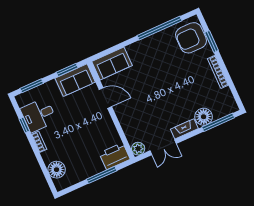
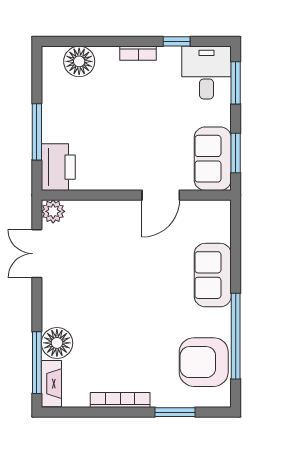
armchair: (191, 38) -> (204, 362), moved, turned -90
sofa: (112, 63) -> (213, 275), moved
desk: (39, 115) -> (207, 73), moved
fireplace: (184, 129) -> (51, 384), moved

